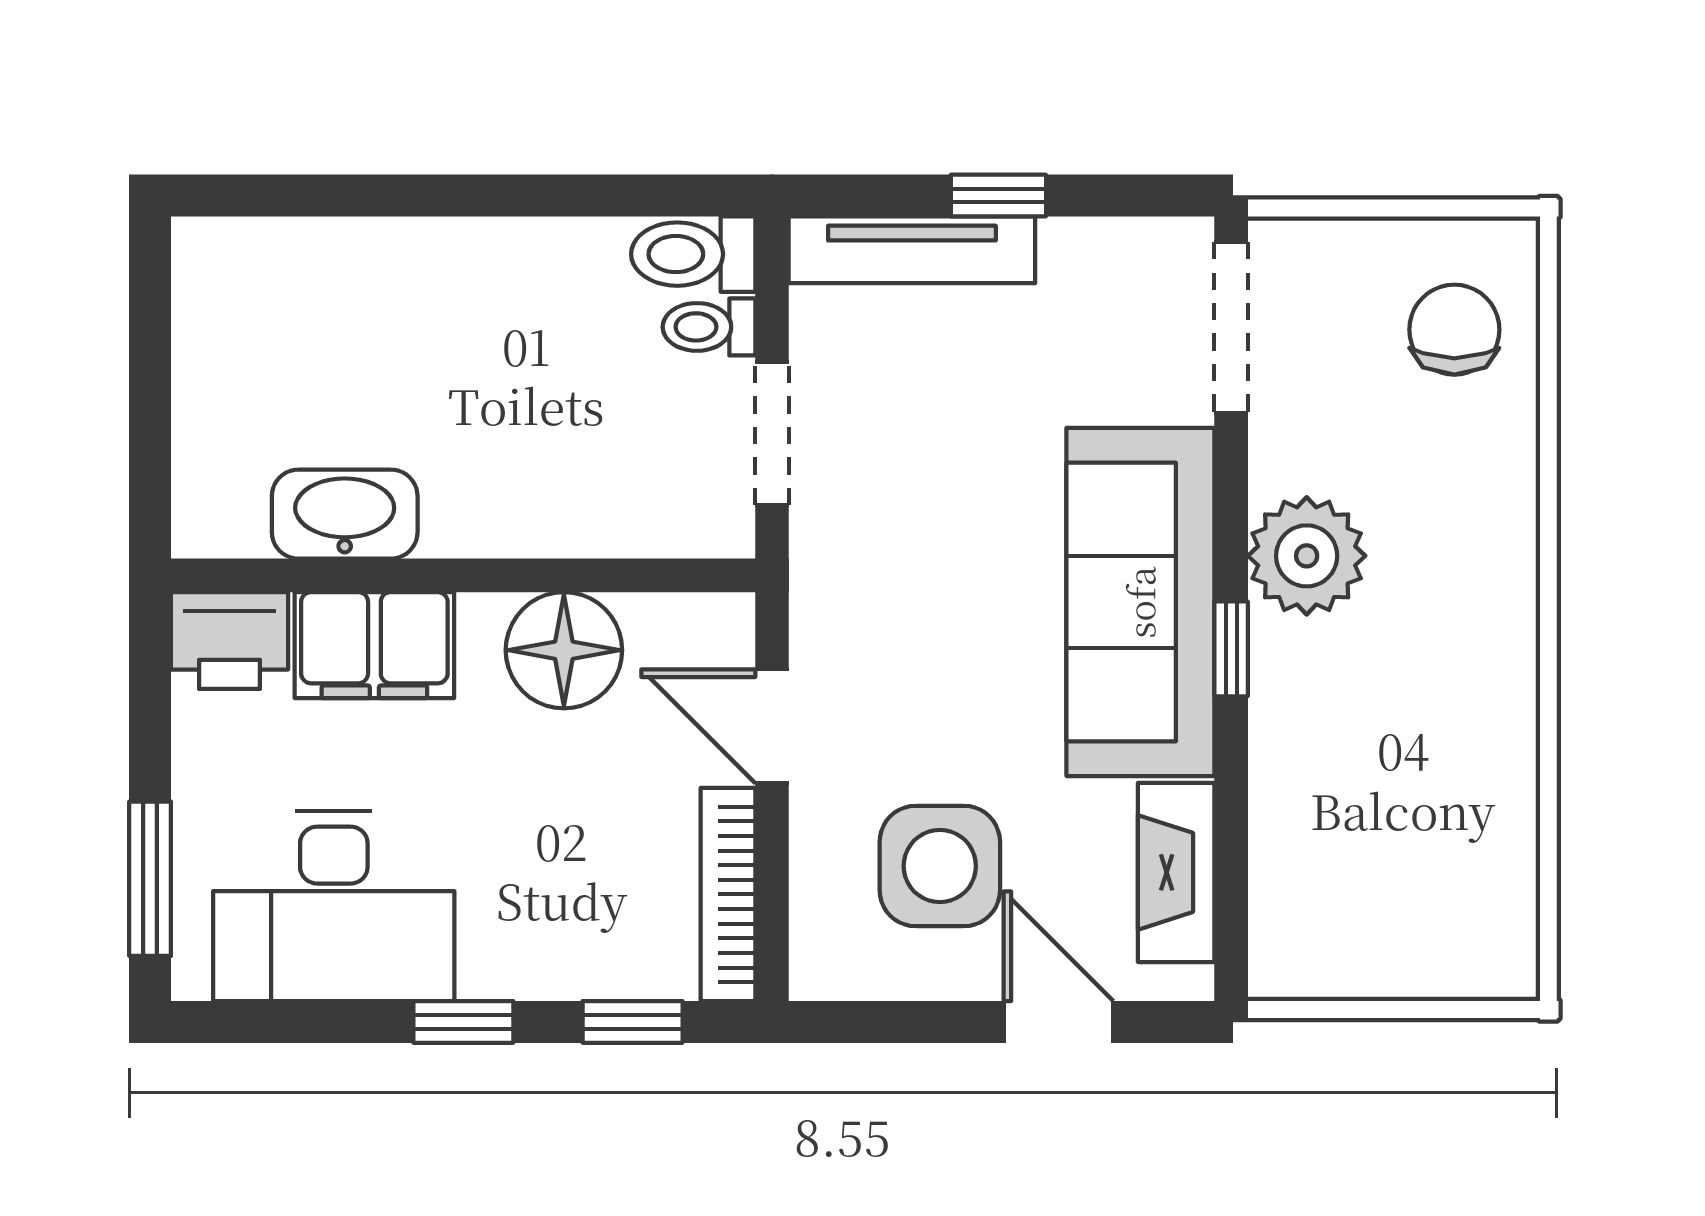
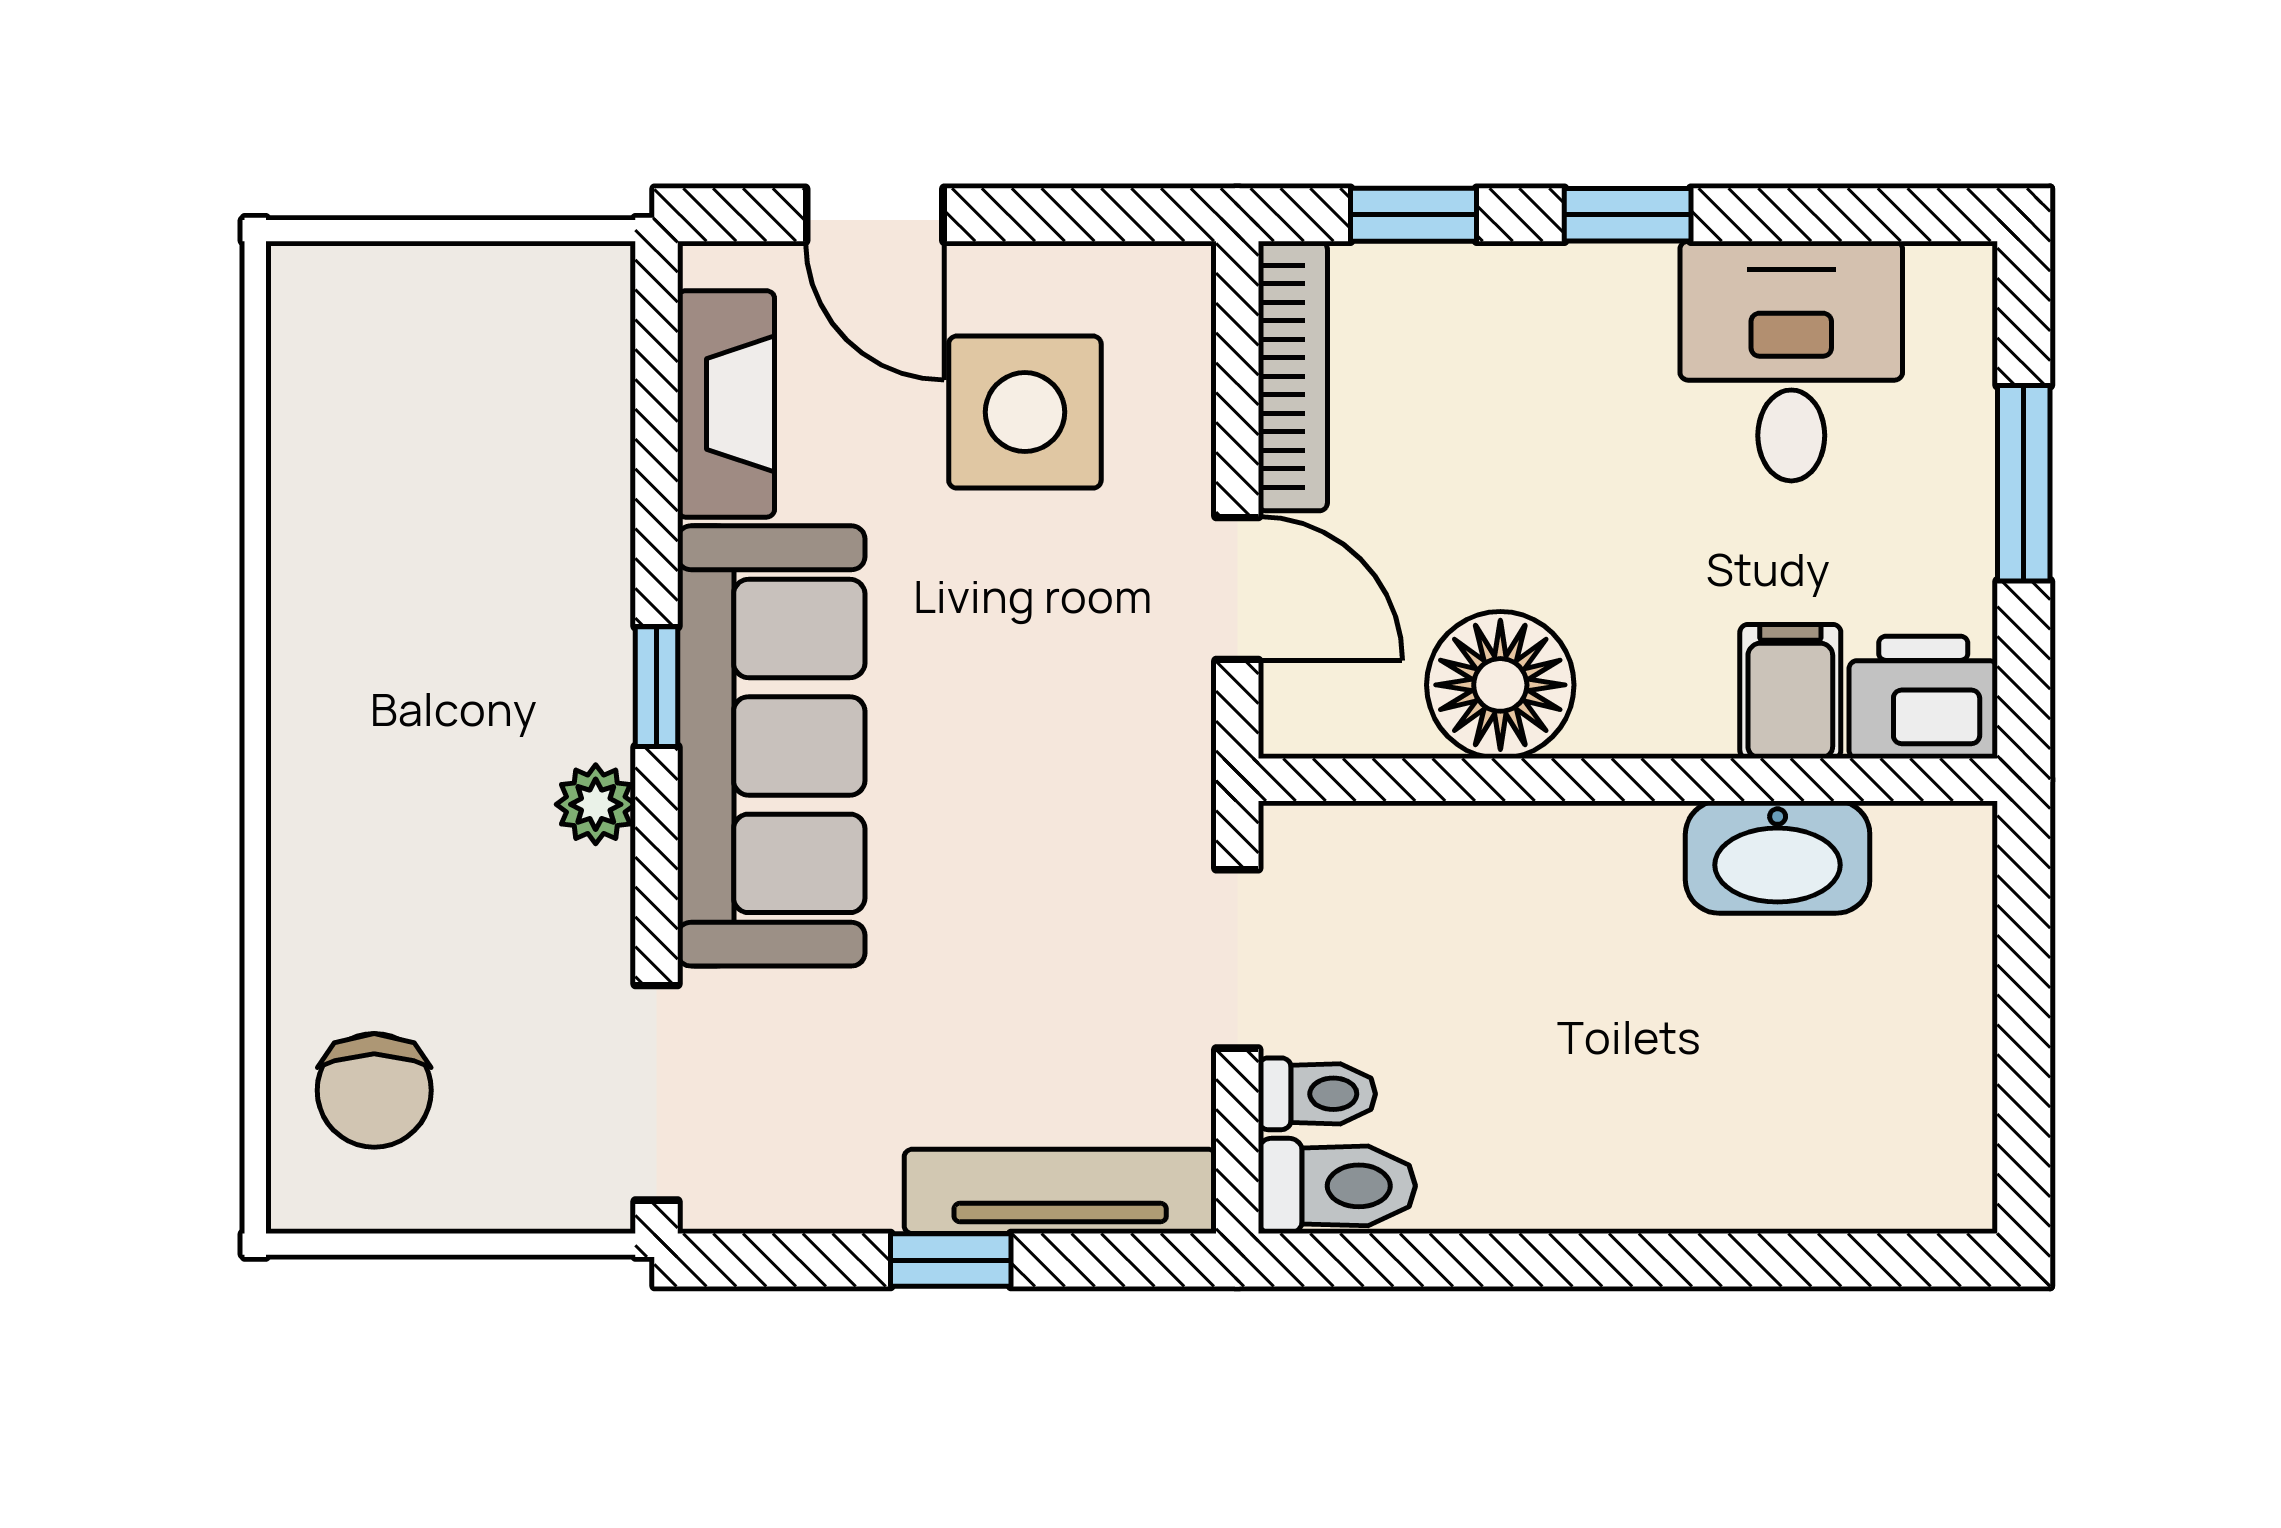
plant: (1307, 556) -> (596, 804), width x0.53, depth x0.53
filing cabinet: (374, 645) -> (1790, 691), width x0.50
window: (150, 879) -> (2024, 483), moved
desk: (334, 906) -> (1791, 361), width x0.73

